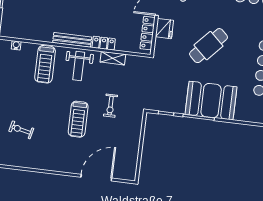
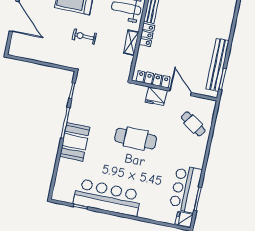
cafe table: (209, 46) -> (136, 139), turned -43
booth: (211, 101) -> (75, 142), width x0.73, depth x0.70

